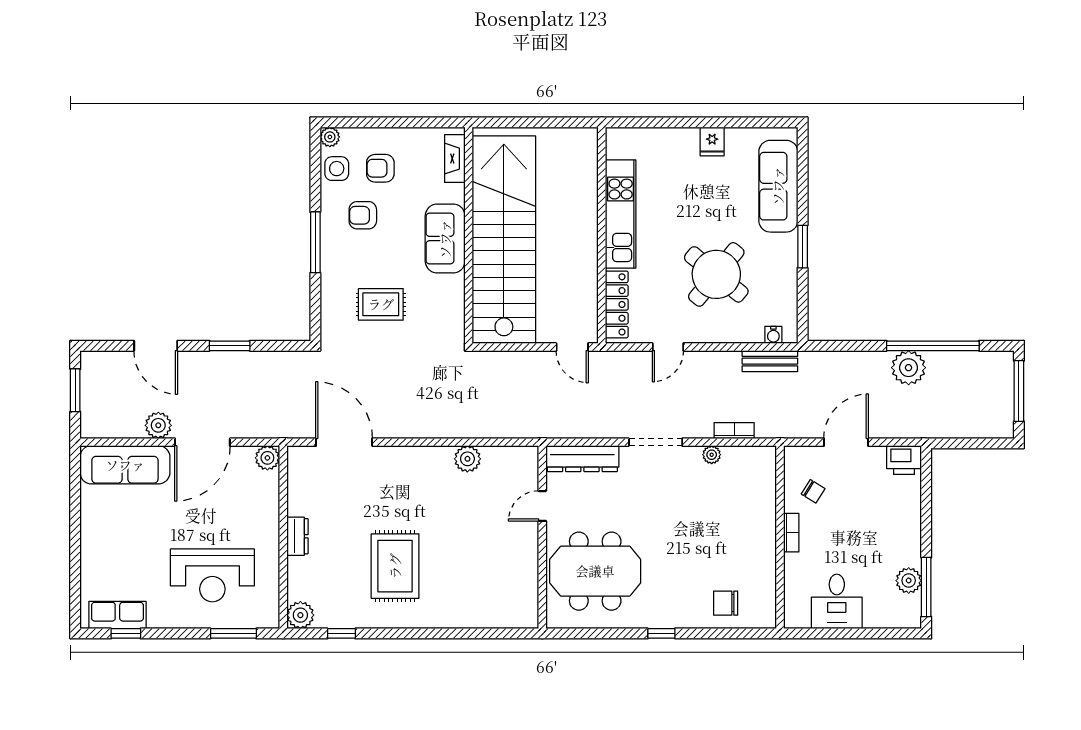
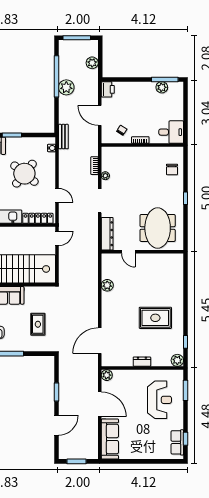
bench: (770, 361) -> (63, 137), moved
plant: (158, 425) -> (92, 63), moved
desk: (837, 601) -> (171, 132), moved

